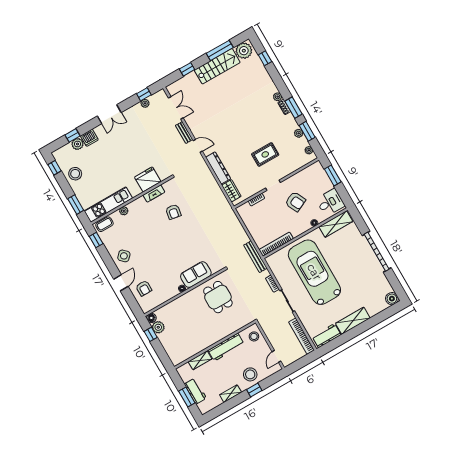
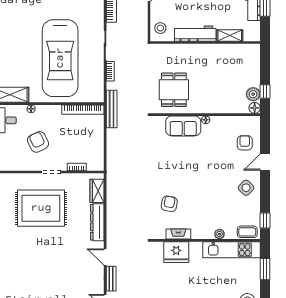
rug: (265, 154) -> (41, 208), width x1.86, depth x2.06

